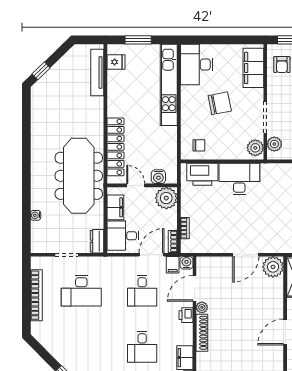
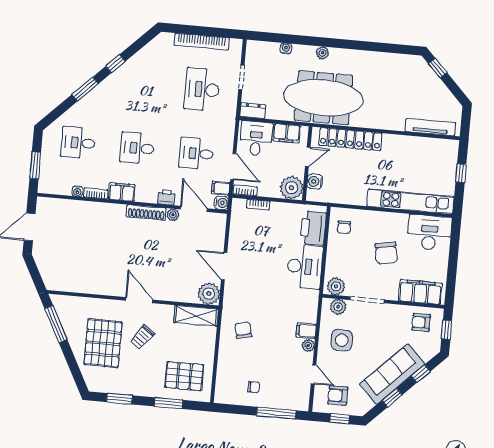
window: (138, 40) -> (461, 173), width x0.67
fridge: (116, 62) -> (440, 148), removed
plant: (37, 180) -> (322, 53), added

